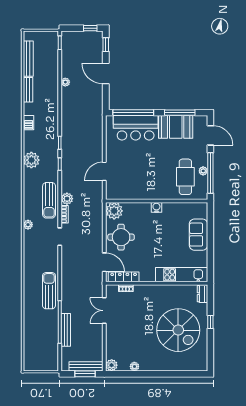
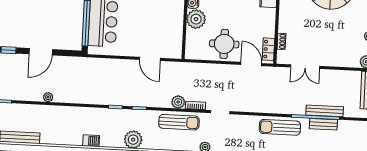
bench: (28, 90) -> (323, 124), moved
plant: (114, 211) -> (196, 19), moved
door: (104, 262) -> (251, 64), hinge flipped
locker: (124, 277) -> (268, 49), width x0.66

